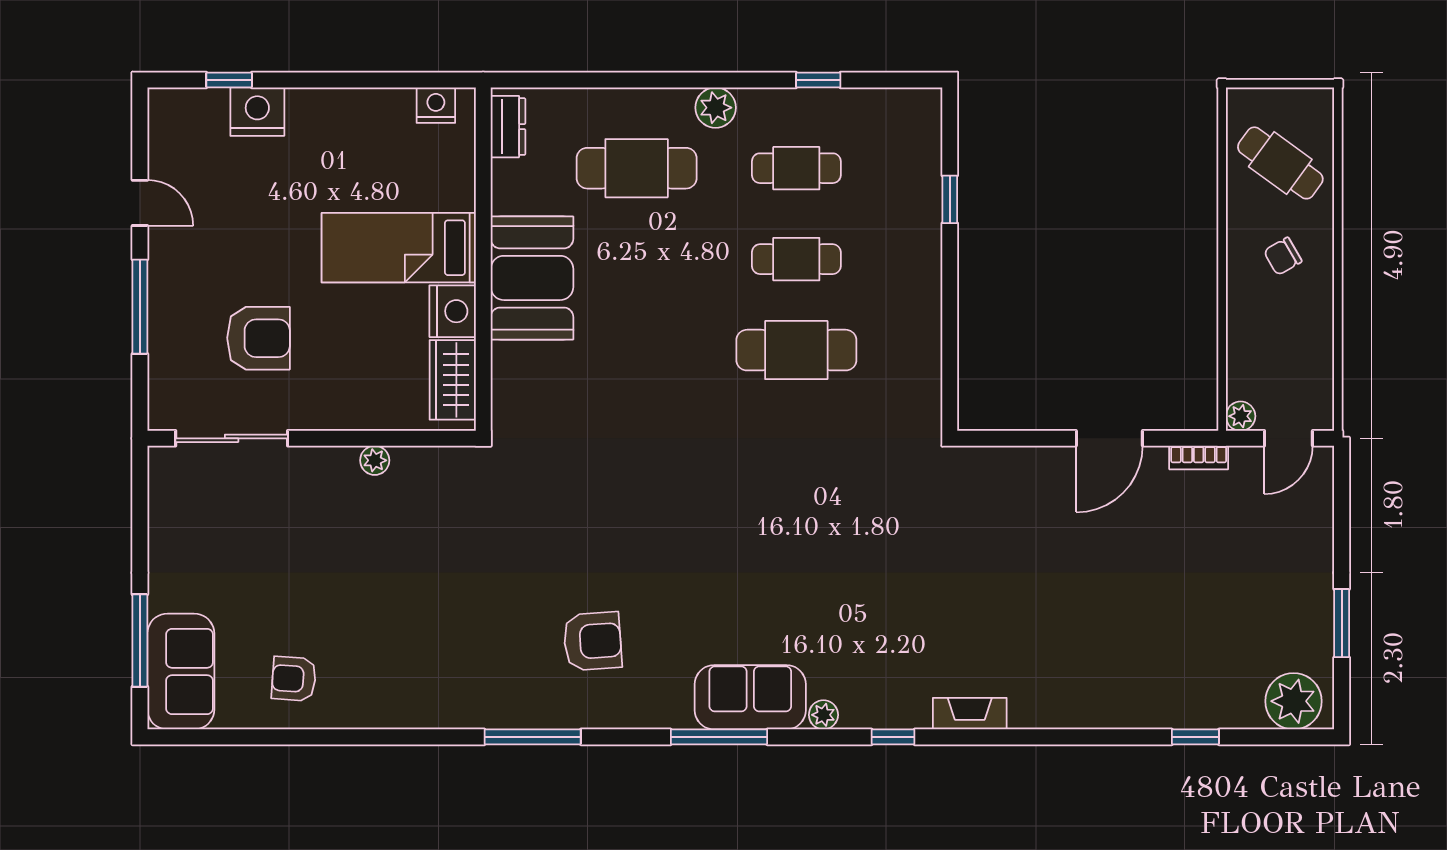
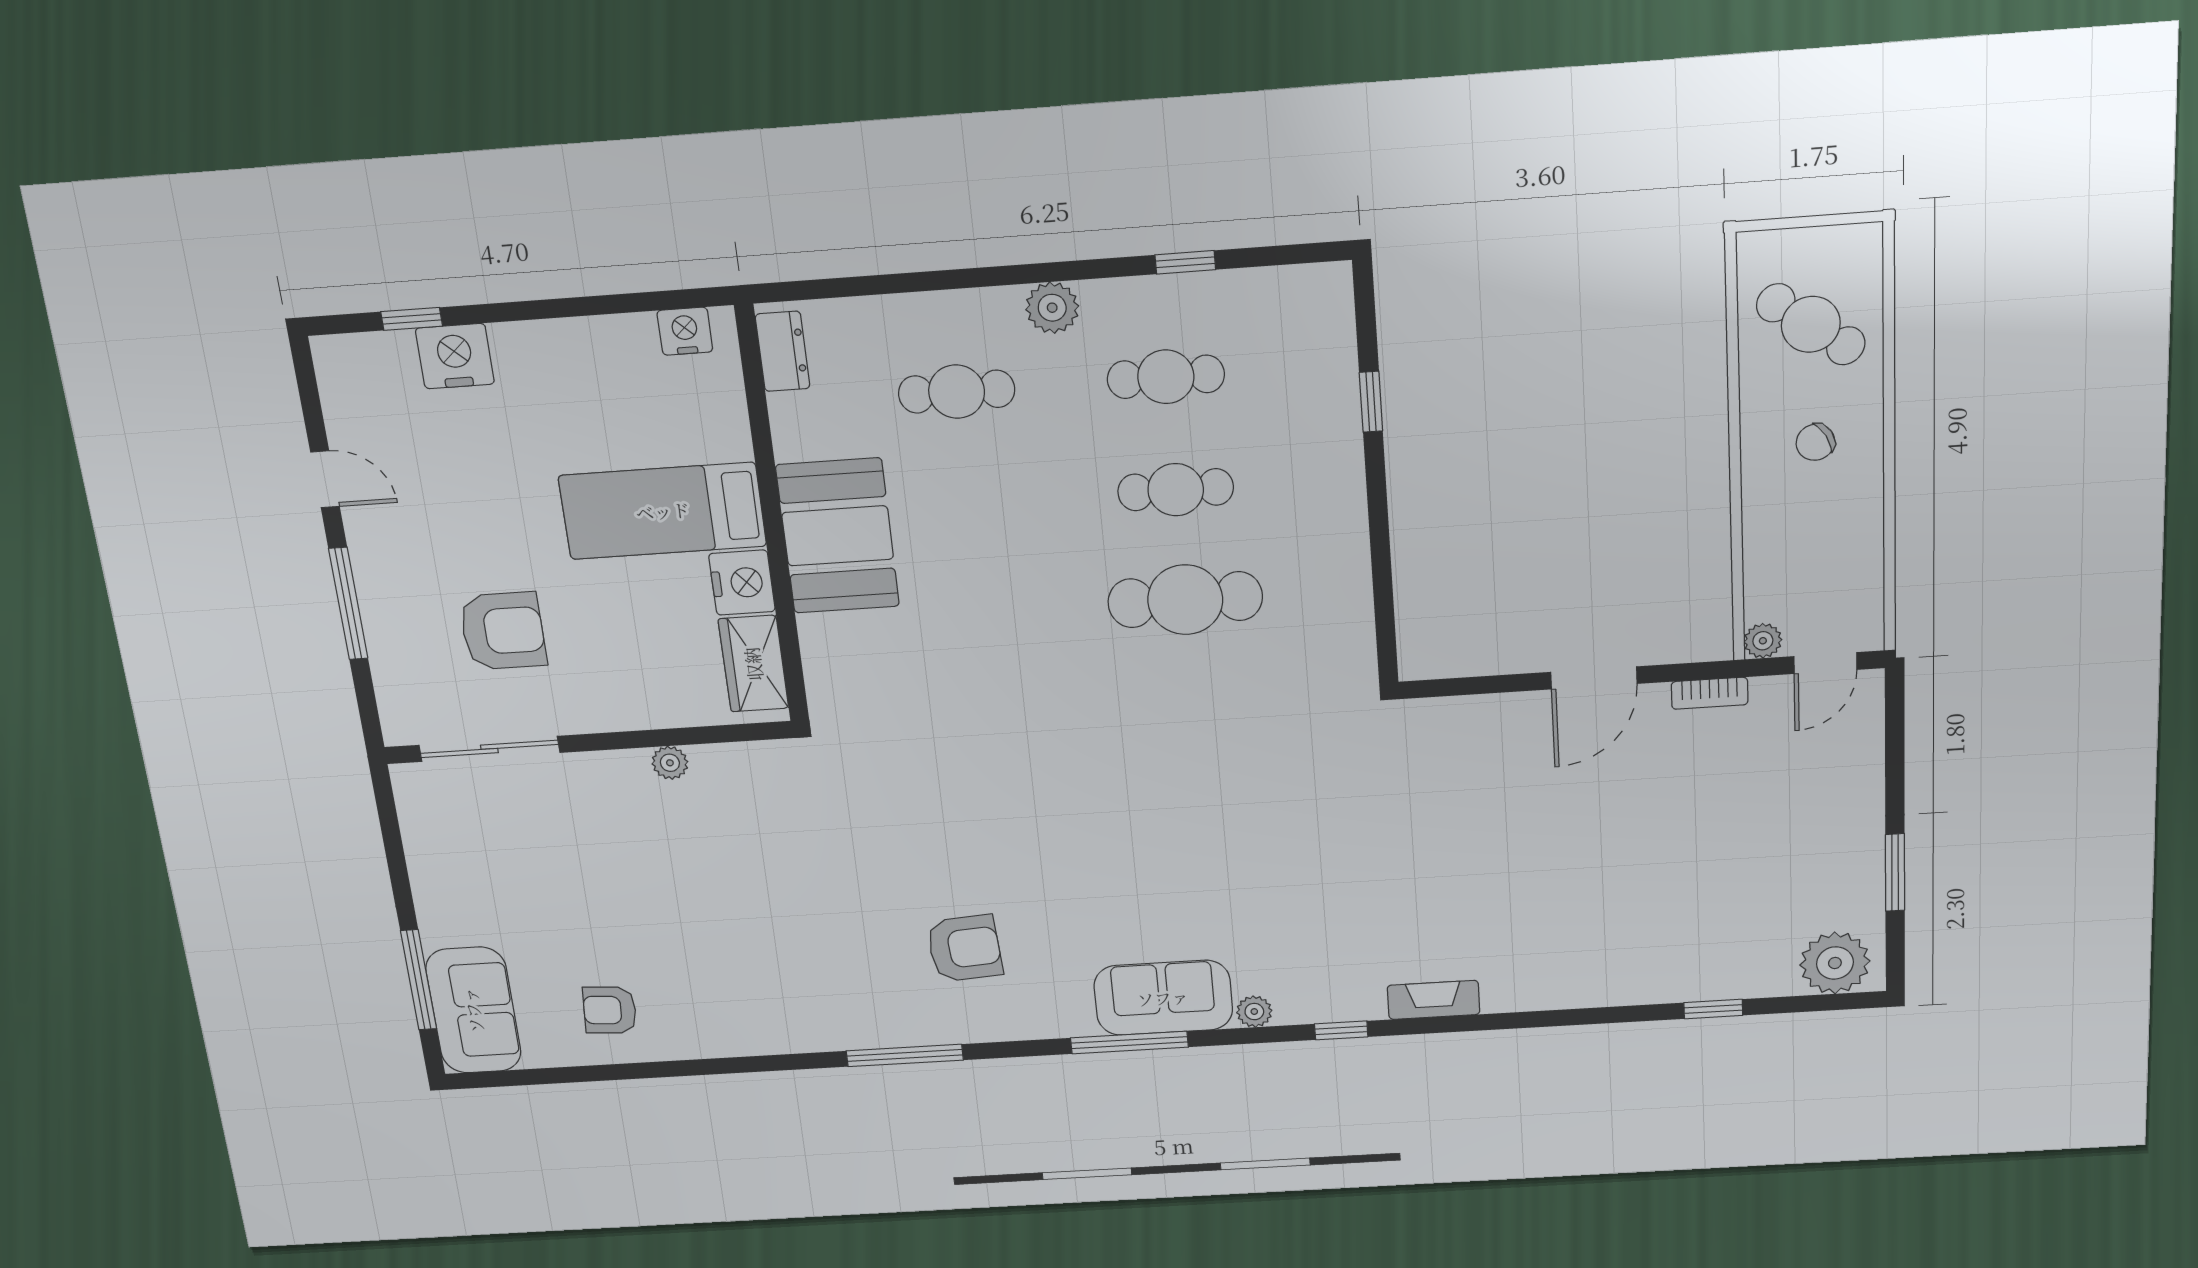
cafe table: (637, 168) -> (957, 392), width x0.73, depth x0.74

